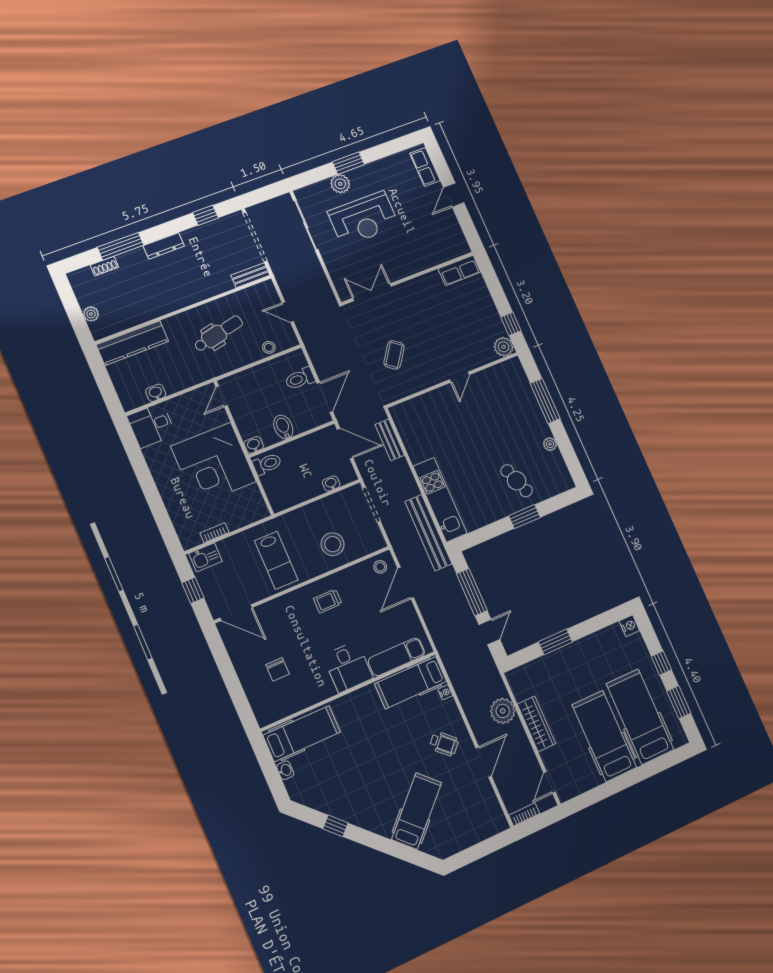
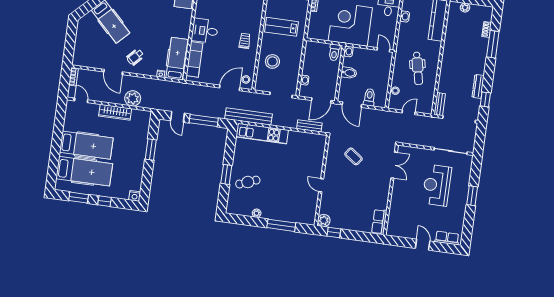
plant: (340, 184) -> (463, 184), removed
dresser: (164, 246) -> (478, 86), moved
door: (406, 583) -> (230, 88), hinge flipped

